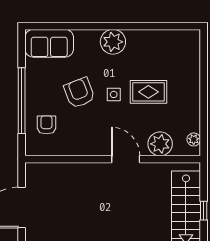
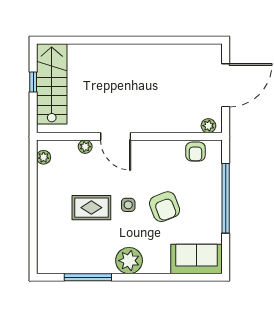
window: (152, 26) -> (88, 277), added
armchair: (46, 125) -> (195, 152), moved
plant: (160, 144) -> (85, 147), width x0.53, depth x0.53
plant: (38, 169) -> (208, 126), added

